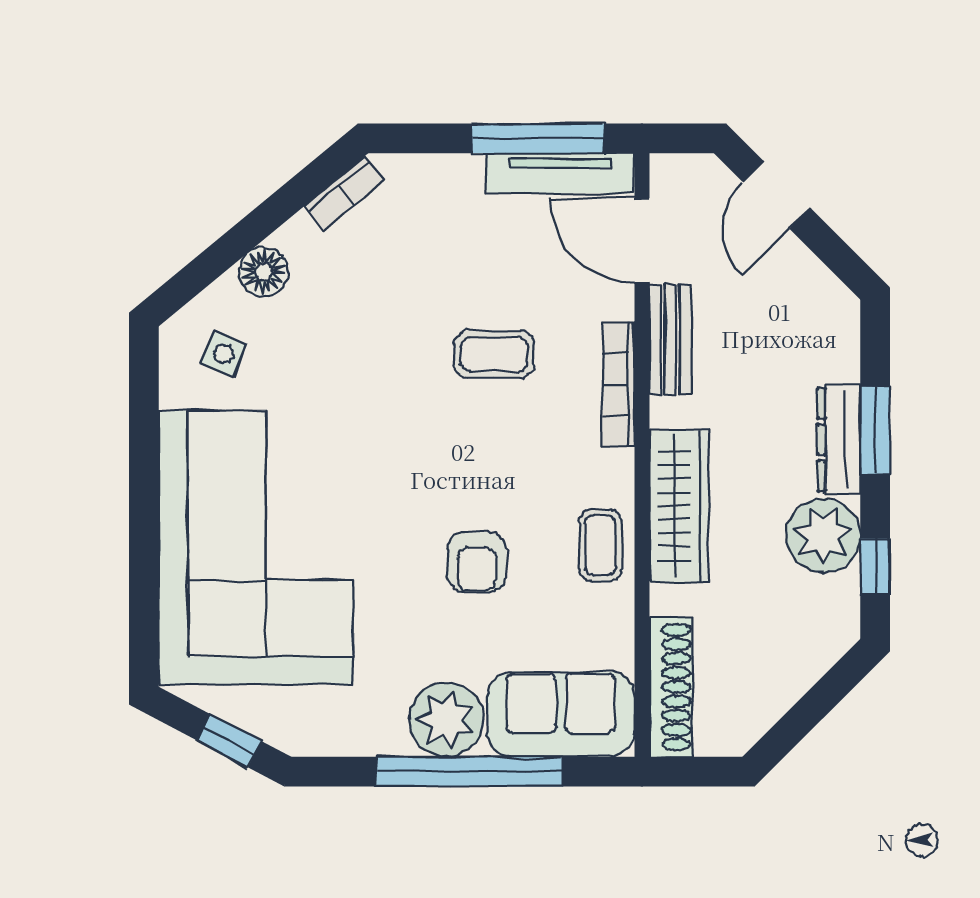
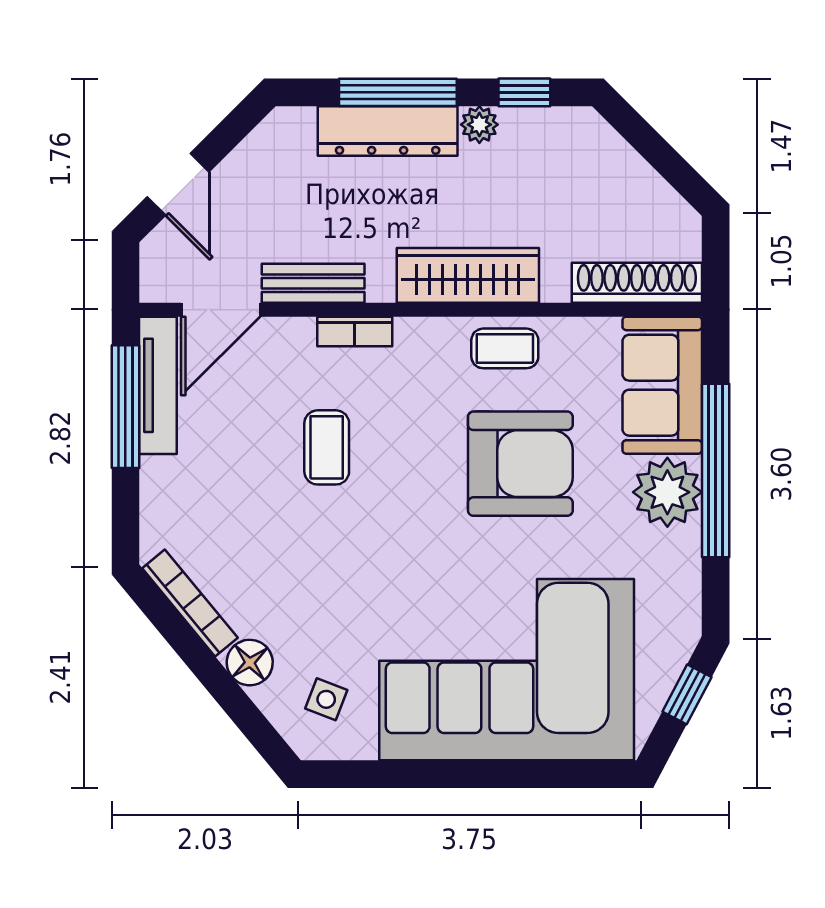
bookcase: (344, 193) -> (190, 603), width x1.56
door: (776, 195) -> (178, 184), hinge flipped
bookcase: (618, 384) -> (355, 332), width x0.64
window: (875, 431) -> (398, 92), width x1.44
dresser: (839, 440) -> (388, 131), width x1.37, depth x1.24
plant: (823, 535) -> (479, 125), width x0.53, depth x0.53
armchair: (477, 562) -> (520, 464), width x1.88, depth x1.88

